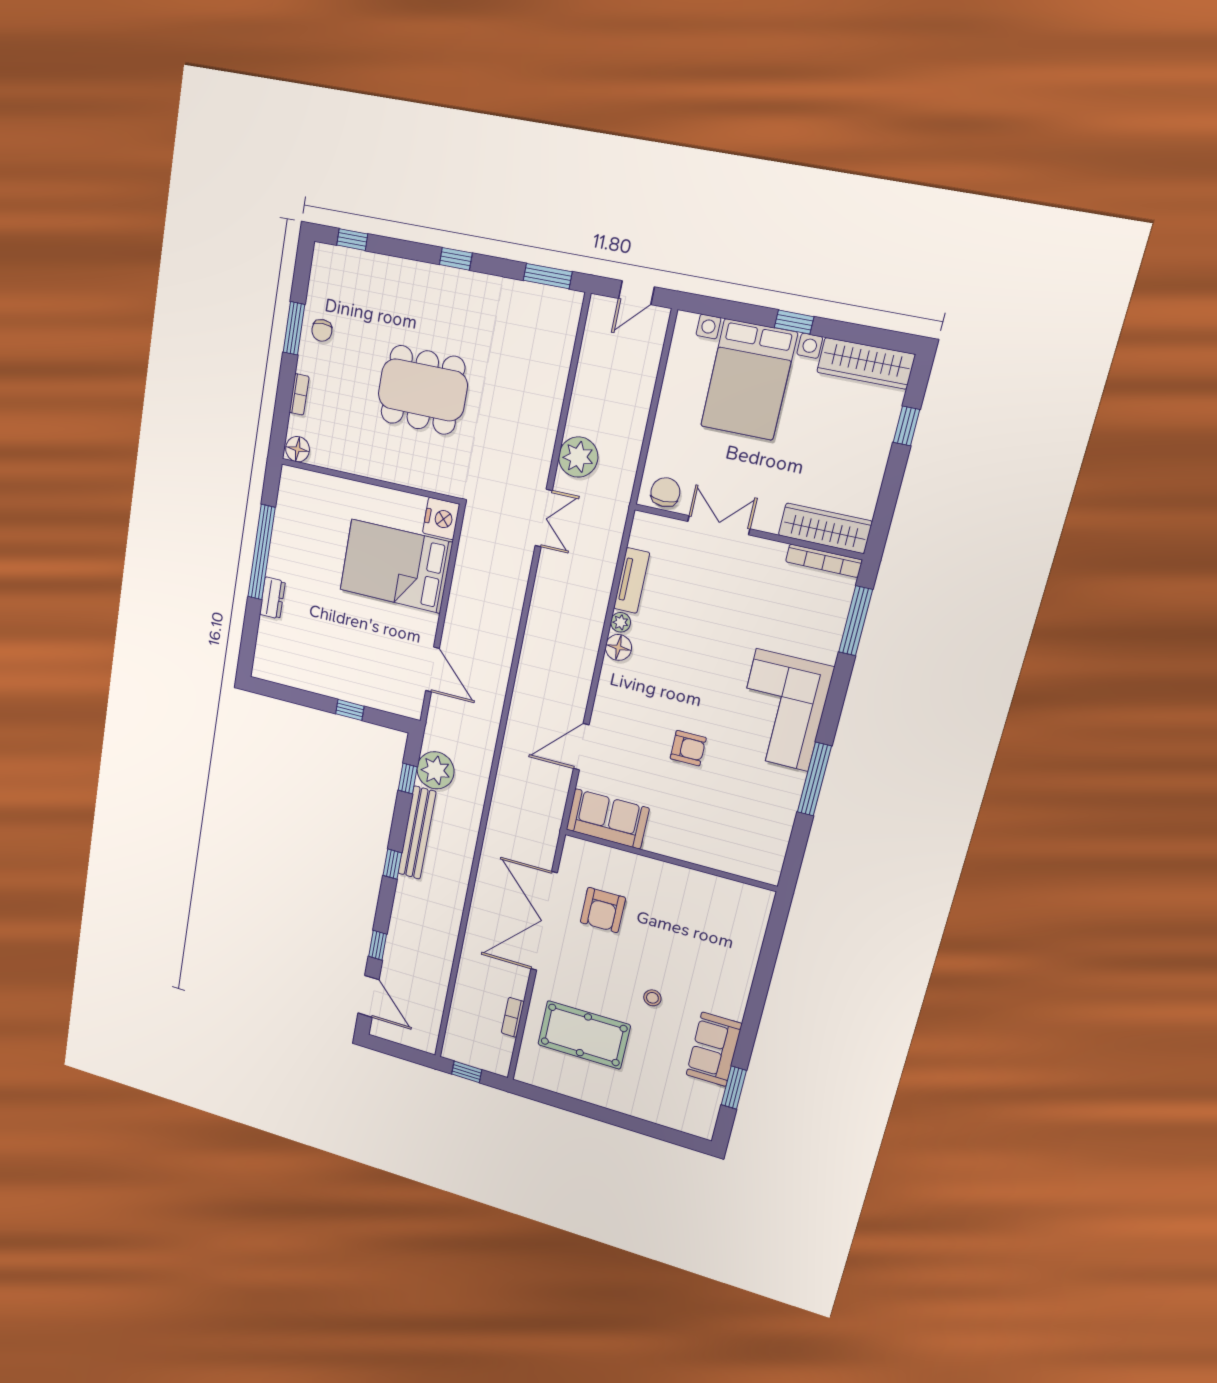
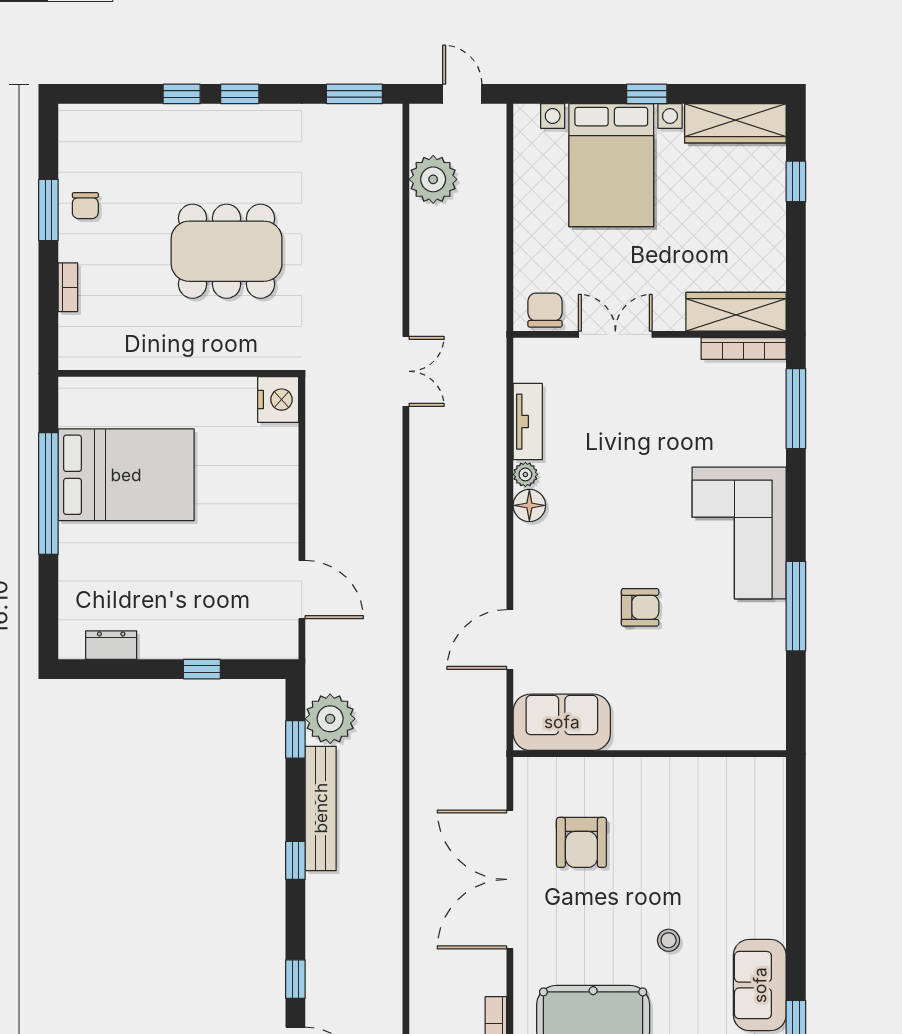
window: (352, 240) -> (182, 94), moved
door: (636, 293) -> (462, 94), swing flipped
floor lamp: (298, 449) -> (77, 354), removed
plant: (578, 457) -> (433, 179), moved
bed: (396, 566) -> (126, 475), moved, turned 180
dresser: (272, 598) -> (111, 645), moved, turned -90

